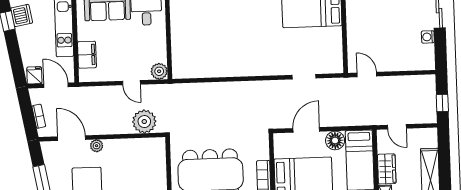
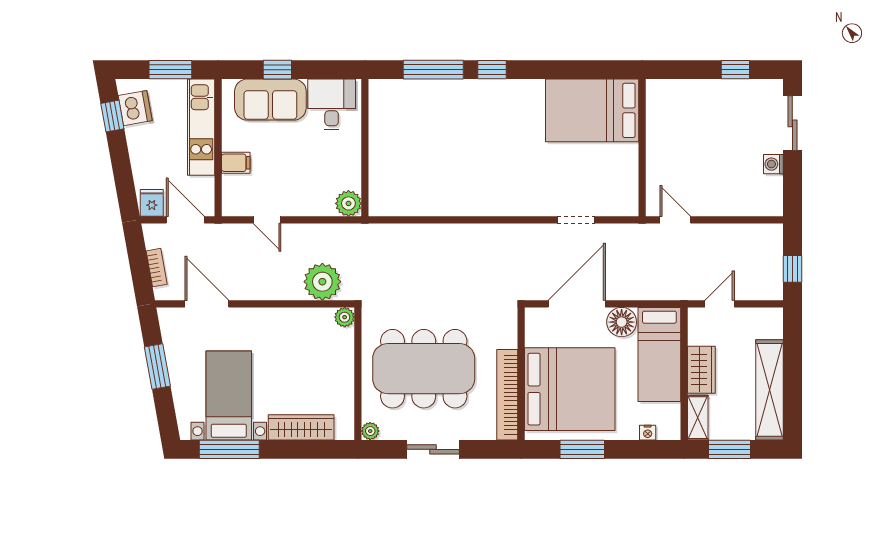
filing cabinet: (87, 55) -> (236, 163), width x0.50
door: (131, 83) -> (267, 220), moved
door: (397, 127) -> (720, 304), swing flipped
door: (306, 130) -> (577, 304), width x1.36
plant: (97, 146) -> (345, 317), moved

